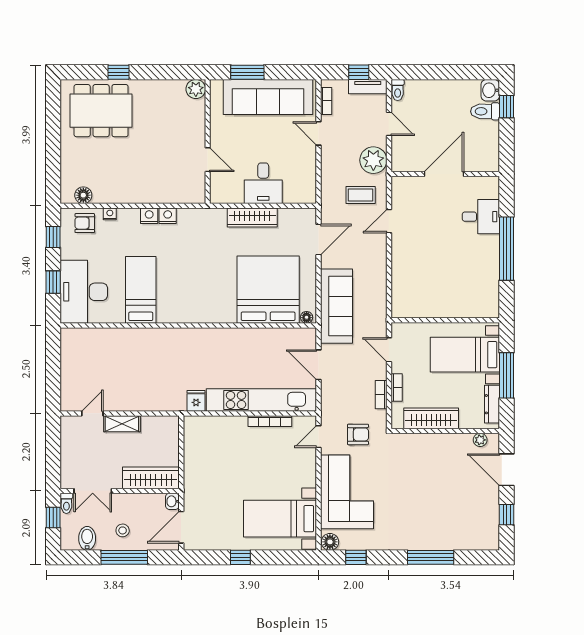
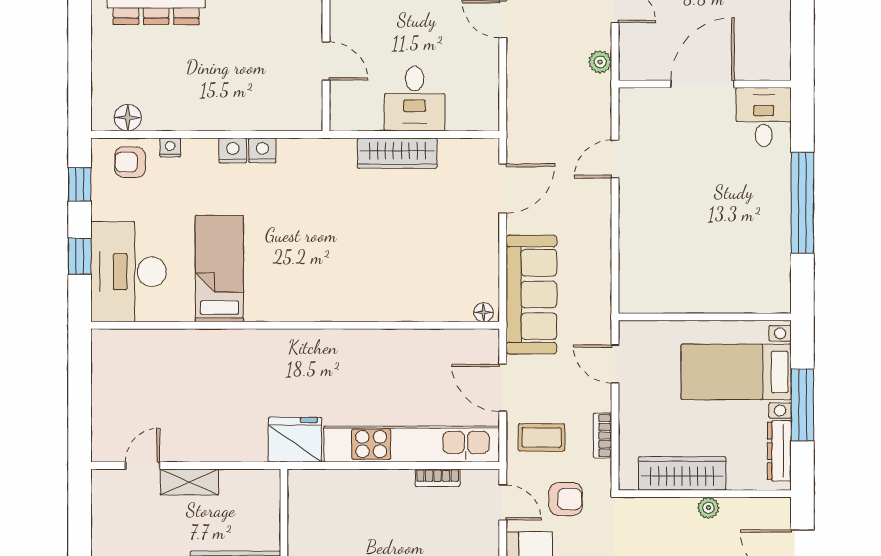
plant: (373, 160) -> (600, 62), width x0.53, depth x0.53
coffee table: (361, 195) -> (541, 437), moved
desk: (481, 217) -> (764, 117), moved, turned -90
bed: (268, 290) -> (422, 268), removed
bookcase: (397, 388) -> (627, 424), removed
fridge: (196, 401) -> (295, 440), width x1.88, depth x1.34
bookcase: (270, 421) -> (438, 478), width x0.64
door: (319, 437) -> (503, 502), swing flipped
plant: (480, 440) -> (708, 508), moved

